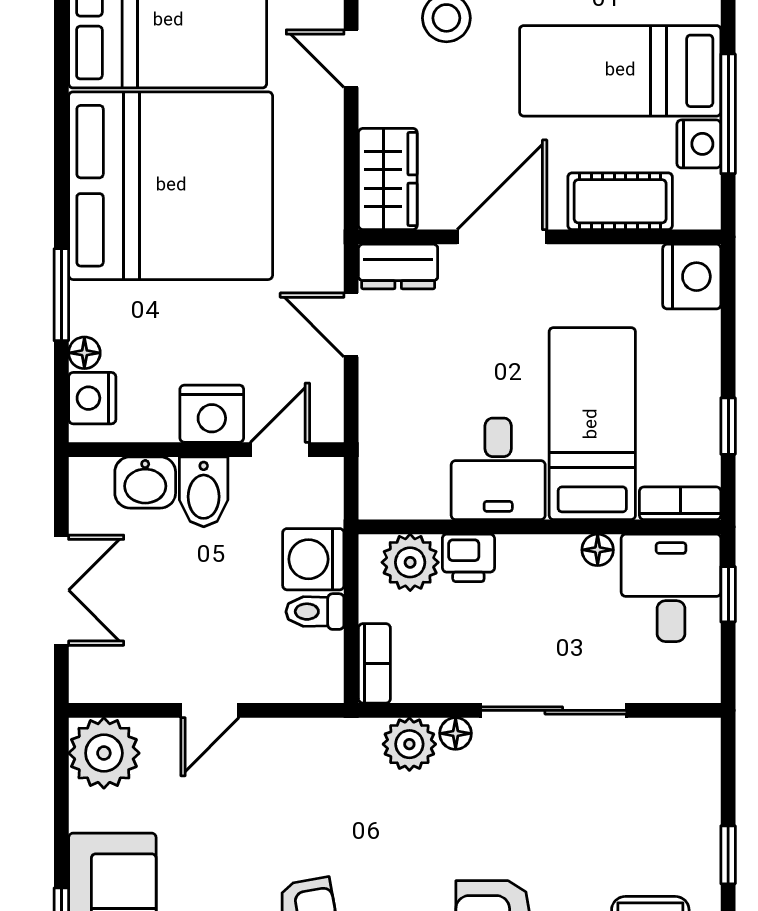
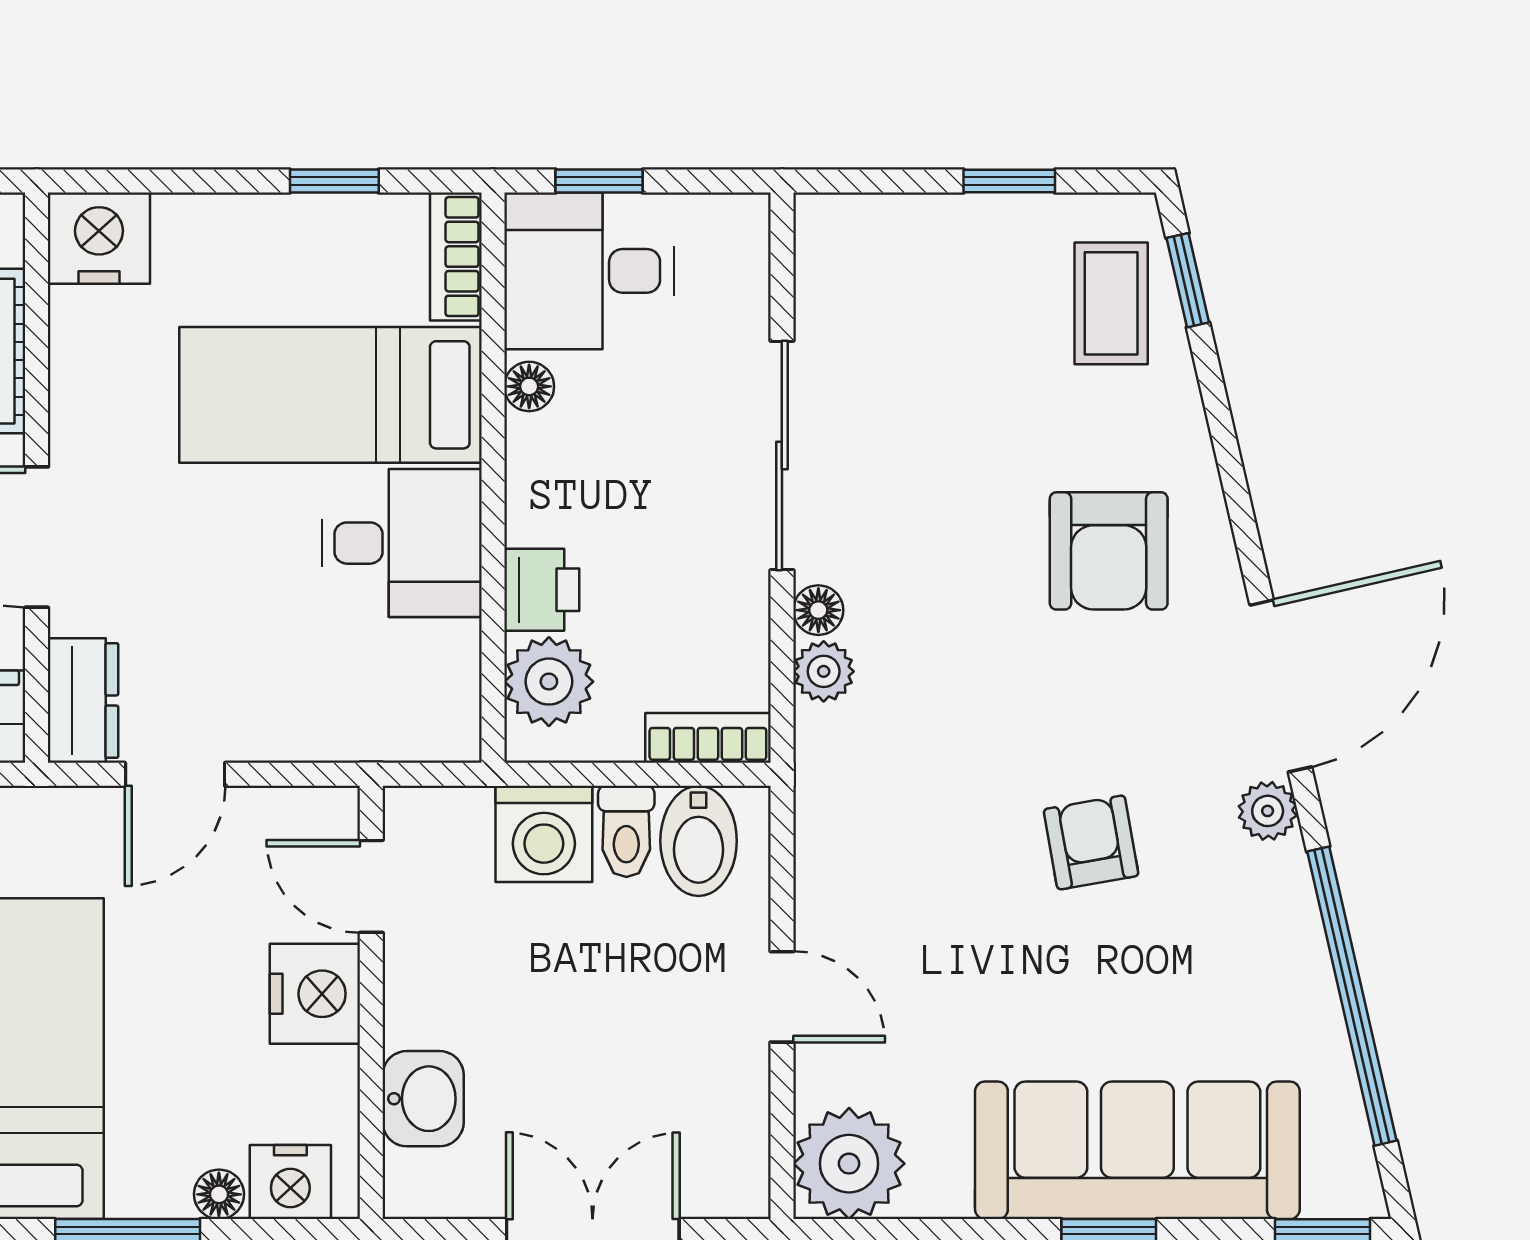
bidet: (204, 492) -> (699, 841), moved, turned 90
plant: (409, 744) -> (824, 671), width x0.73, depth x0.73

